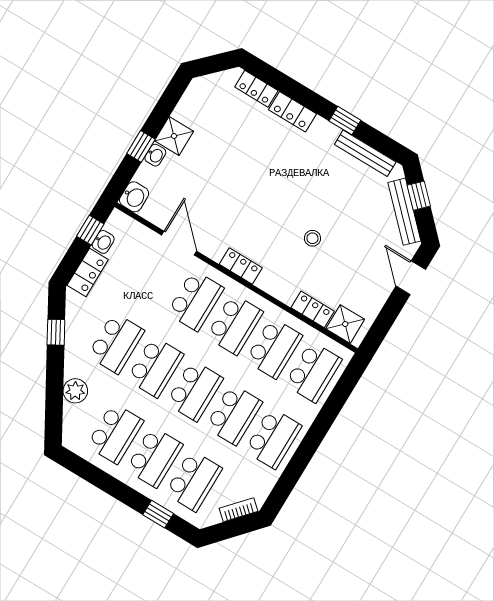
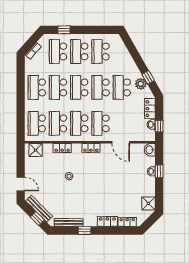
shower: (174, 136) -> (148, 203), moved
locker: (313, 309) -> (62, 148), moved
plant: (75, 391) -> (141, 84), moved

